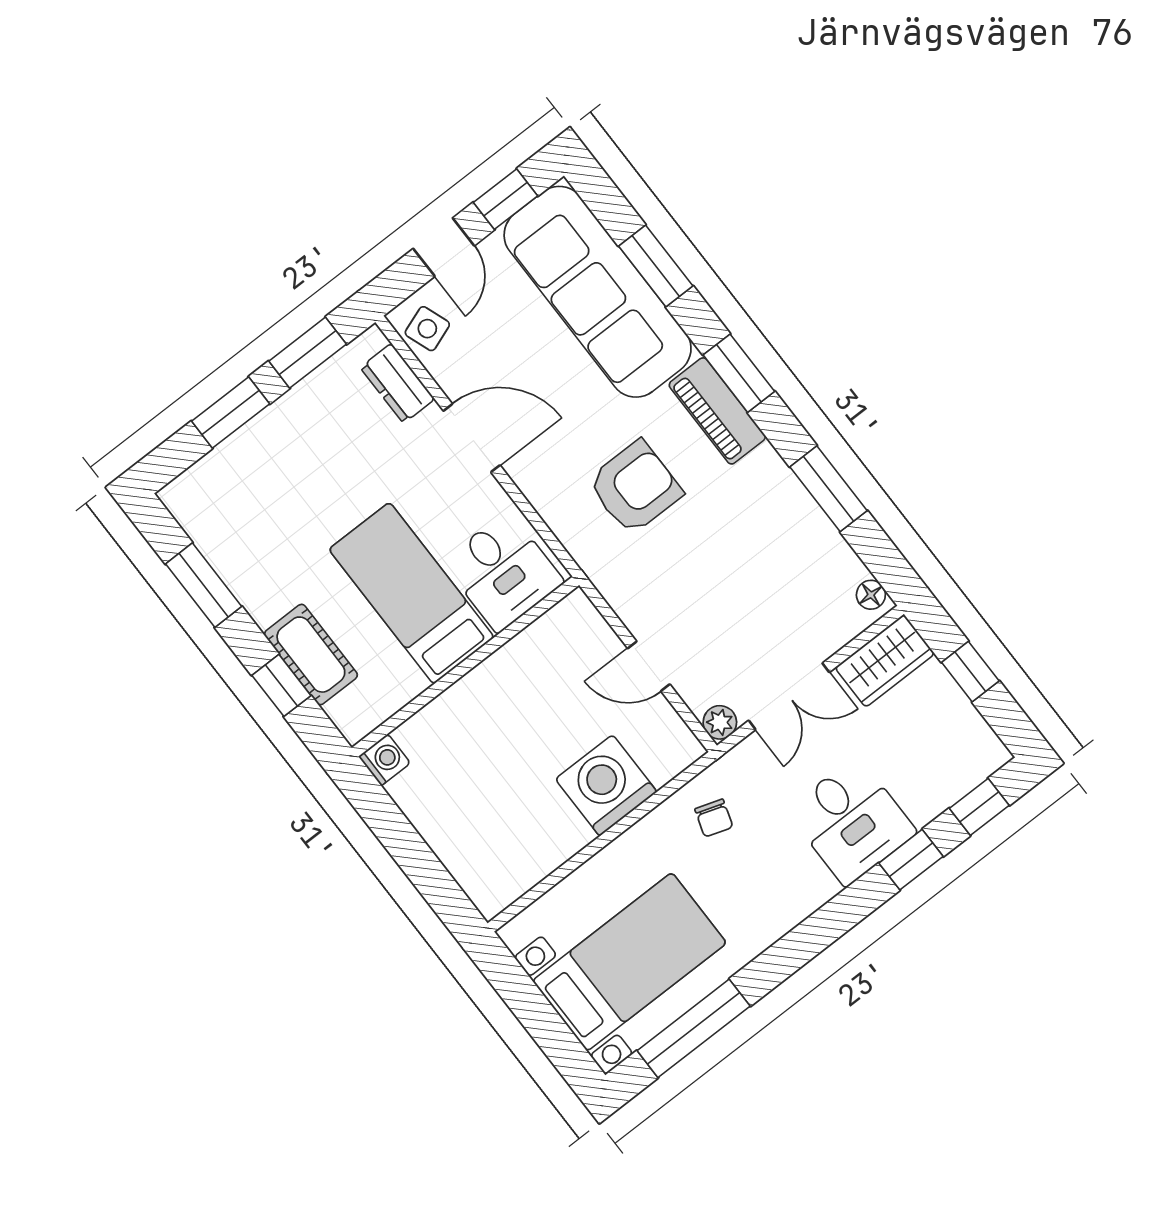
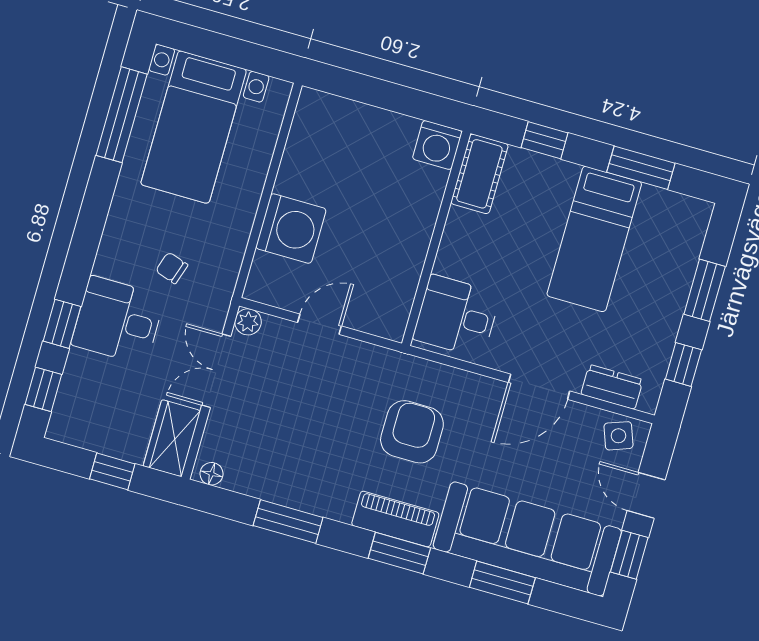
window: (308, 353) -> (683, 364), width x0.67
armchair: (635, 487) -> (412, 432), turned 180
bed: (412, 593) -> (594, 239), moved, turned 90
cot: (311, 655) -> (479, 174), moved, turned 90
washing machine: (384, 760) -> (437, 145), width x1.38, depth x1.38
chair: (714, 818) -> (172, 268), moved

